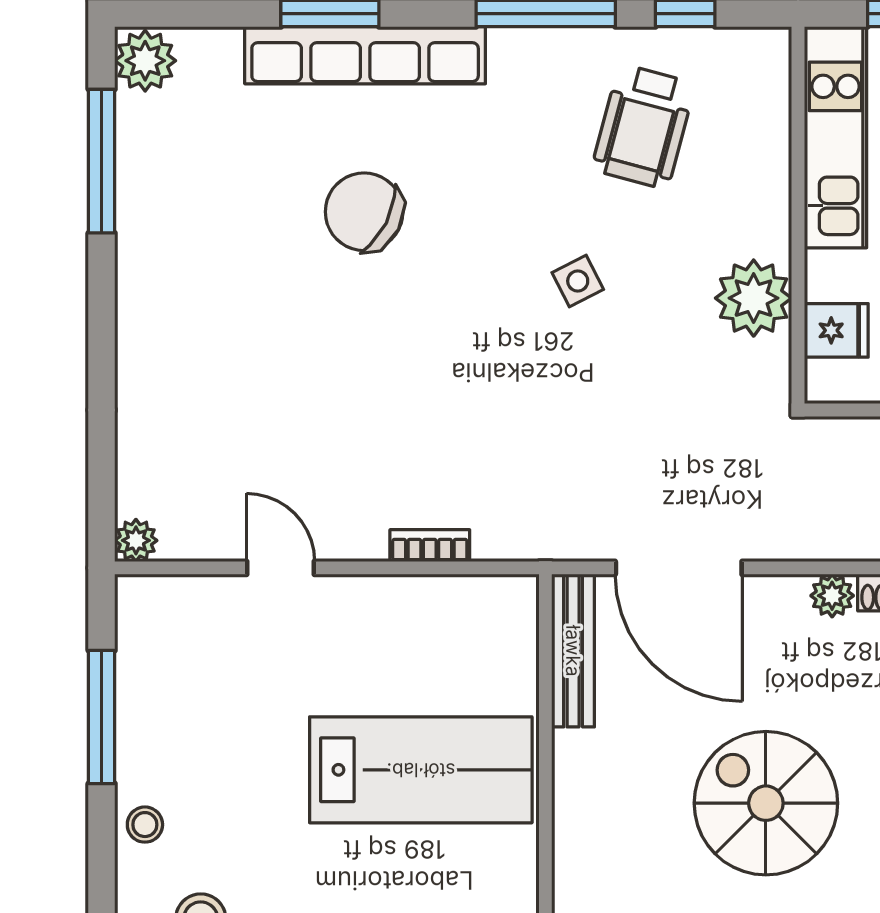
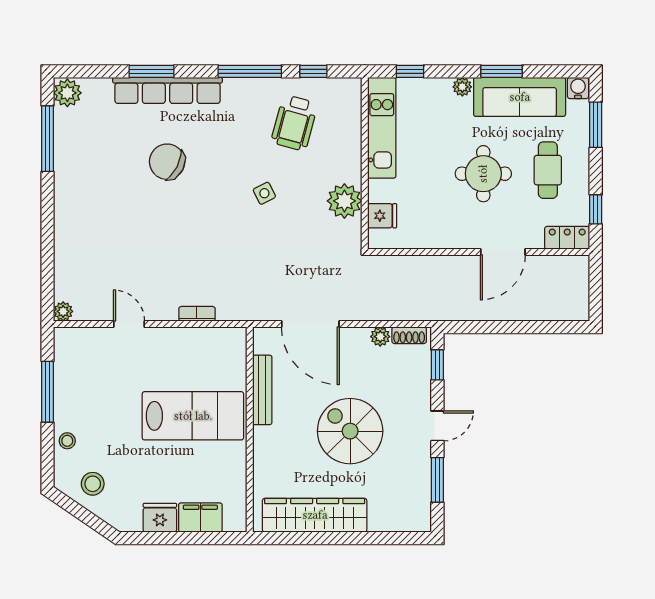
bench: (573, 651) -> (262, 390), moved

